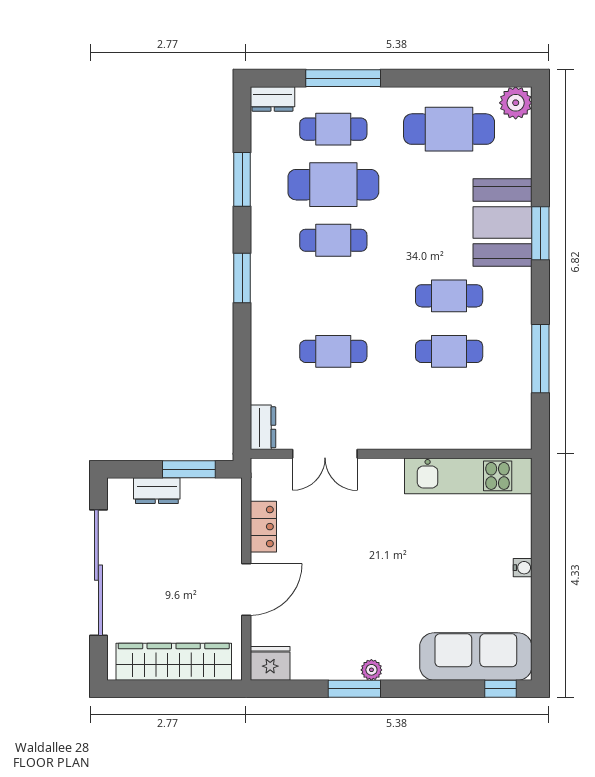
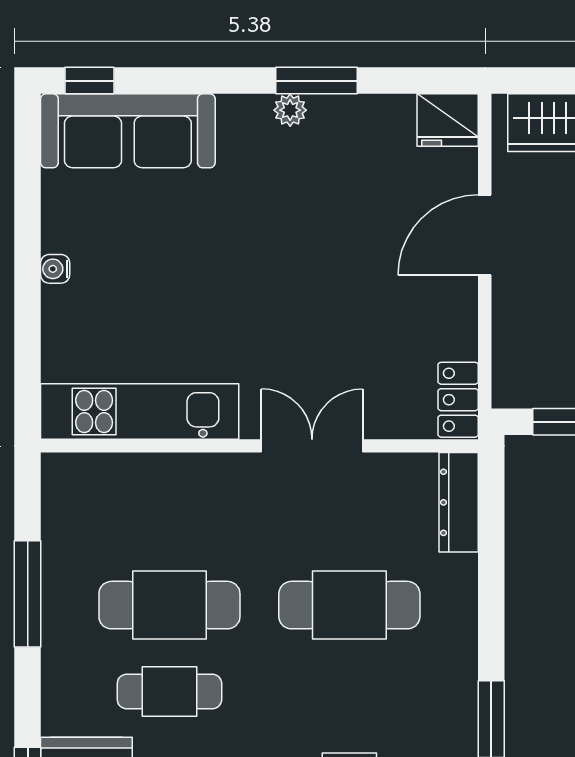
cafe table: (333, 351) -> (349, 605), width x1.37, depth x1.35
cafe table: (449, 351) -> (169, 605), width x1.37, depth x1.35
dresser: (263, 427) -> (459, 502), width x1.44
double door: (325, 454) -> (312, 446), moved
locker: (263, 527) -> (458, 400), moved

